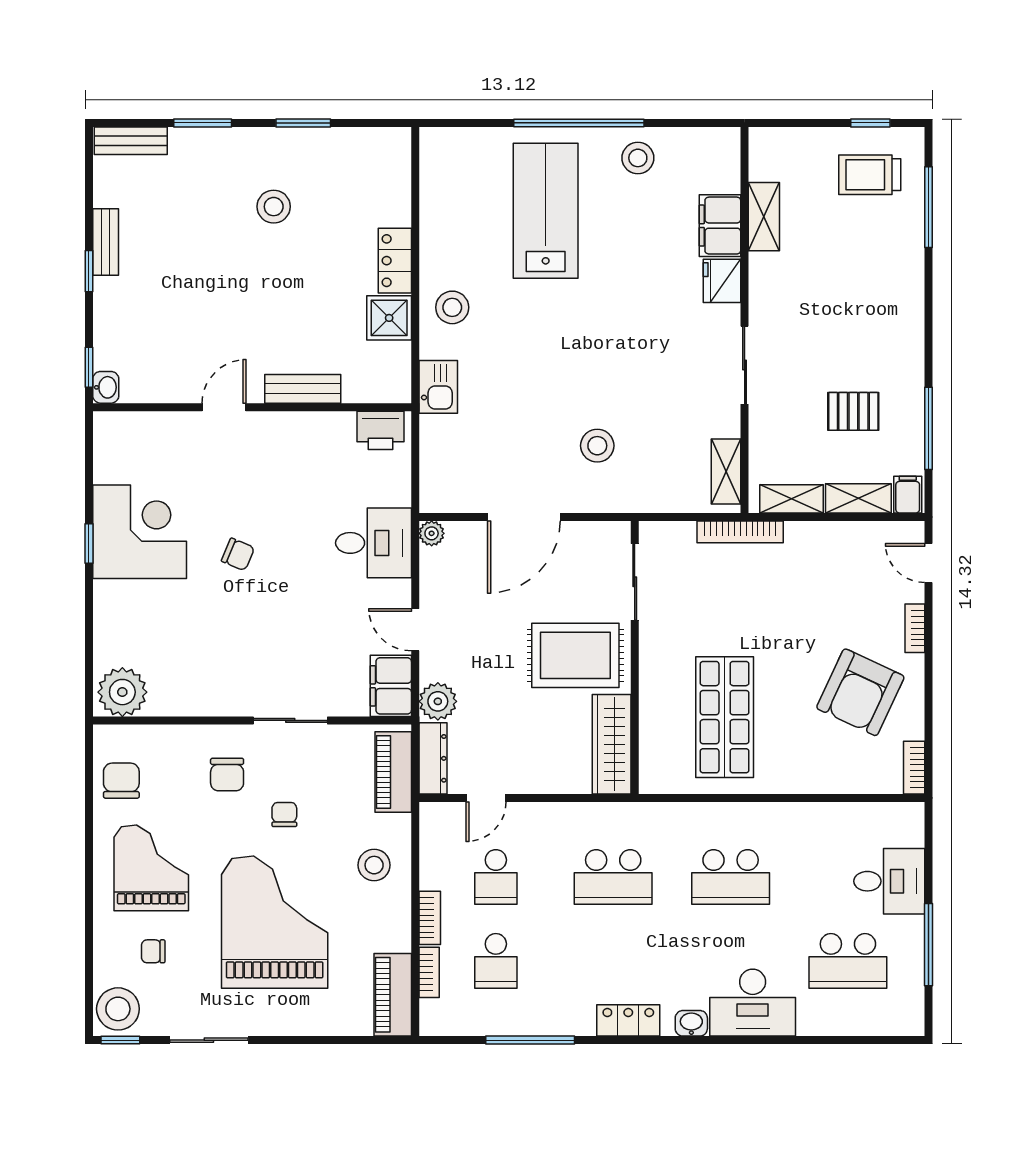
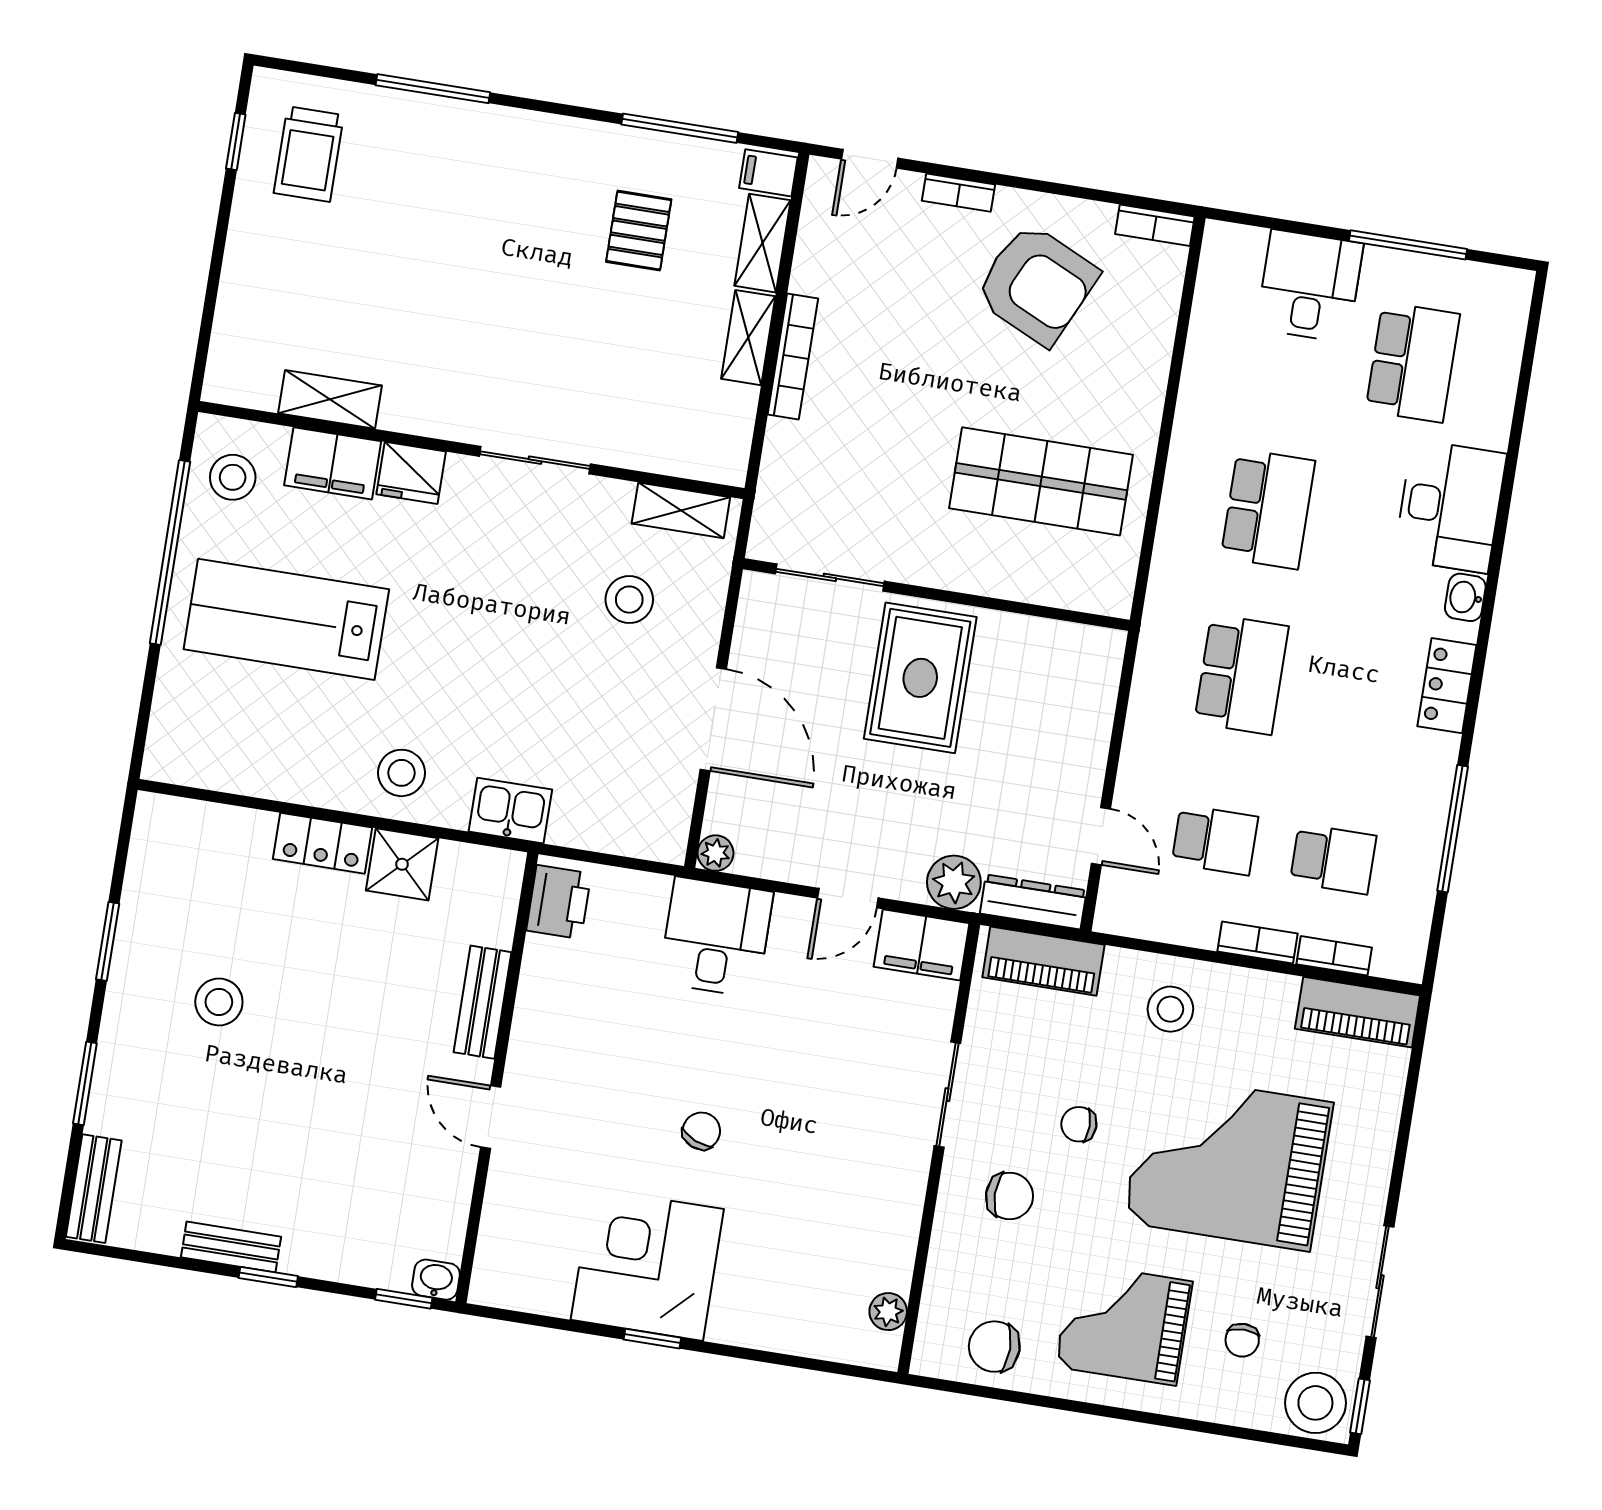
window: (929, 207) -> (433, 89), moved
shelving: (764, 217) -> (330, 399), moved
filing cabinet: (720, 226) -> (333, 463), moved
fridge: (722, 281) -> (411, 473), moved
wall: (745, 320) -> (471, 450), moved
sliding door: (745, 365) -> (535, 460), moved
shelving: (726, 471) -> (681, 510), moved
bookcase: (740, 532) -> (793, 356), moved
plant: (122, 692) -> (888, 1312), width x0.53, depth x0.53
wardrobe: (612, 744) -> (1054, 647), removed

